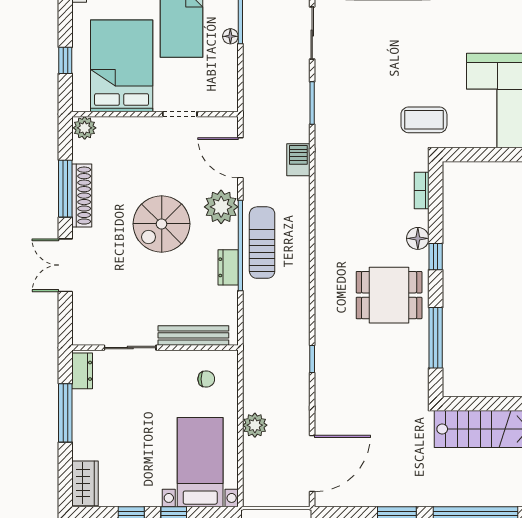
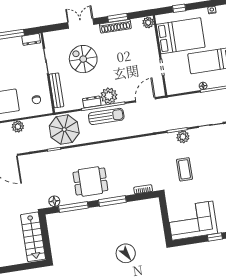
plant: (327, 93) -> (183, 137), added
coffee table: (424, 120) -> (184, 169), moved
barbecue: (298, 160) -> (149, 128), removed
window: (65, 189) -> (118, 18), width x0.69
plant: (221, 207) -> (109, 96), moved
spiral stairs: (162, 224) -> (83, 59), moved
floor lamp: (418, 238) -> (54, 201), moved
window: (436, 257) -> (112, 201), width x2.17
dining table: (389, 295) -> (90, 181), turned 90
parasol: (275, 332) -> (64, 130), added

